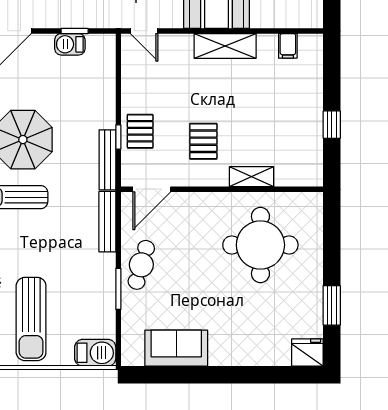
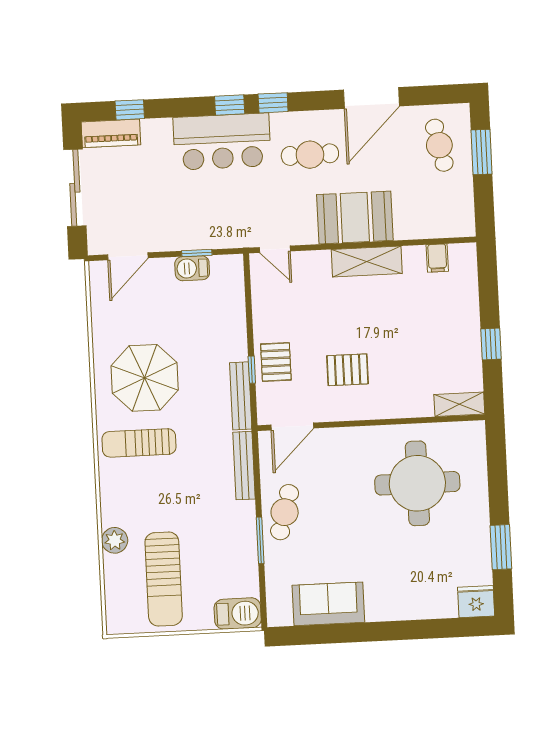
pallet: (203, 141) -> (347, 370), turned 90
shelving: (252, 177) -> (459, 404), moved

